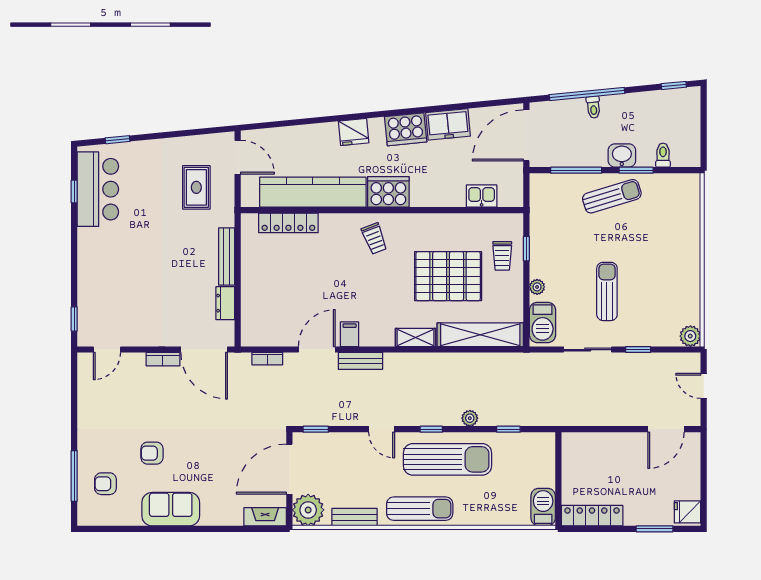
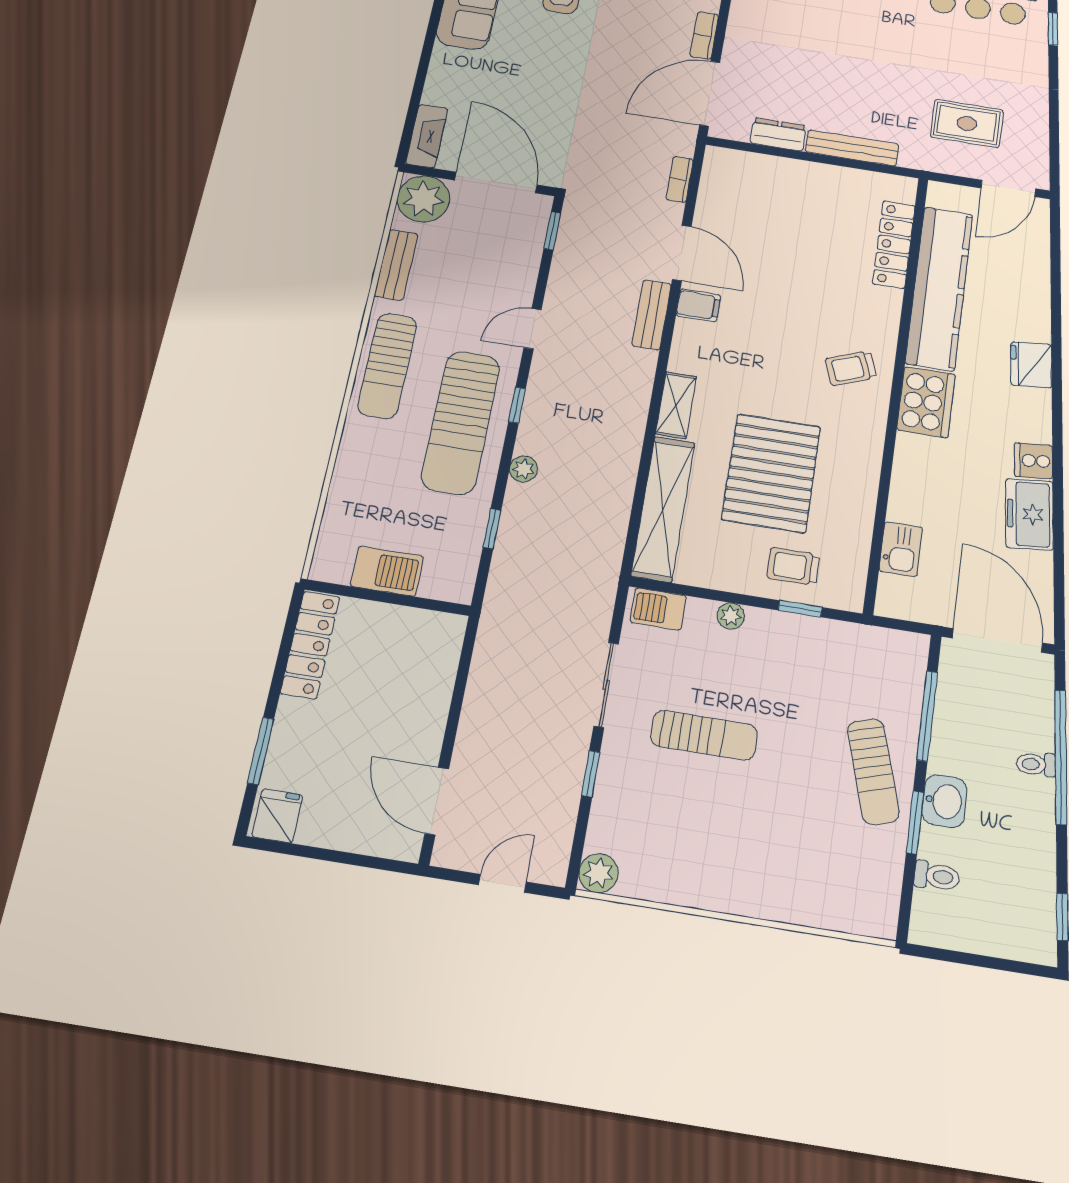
cooker: (406, 129) -> (1034, 461), width x0.53, depth x0.76
barbecue: (543, 322) -> (658, 609), width x0.73, depth x0.79
barbecue: (543, 507) -> (387, 571), moved

